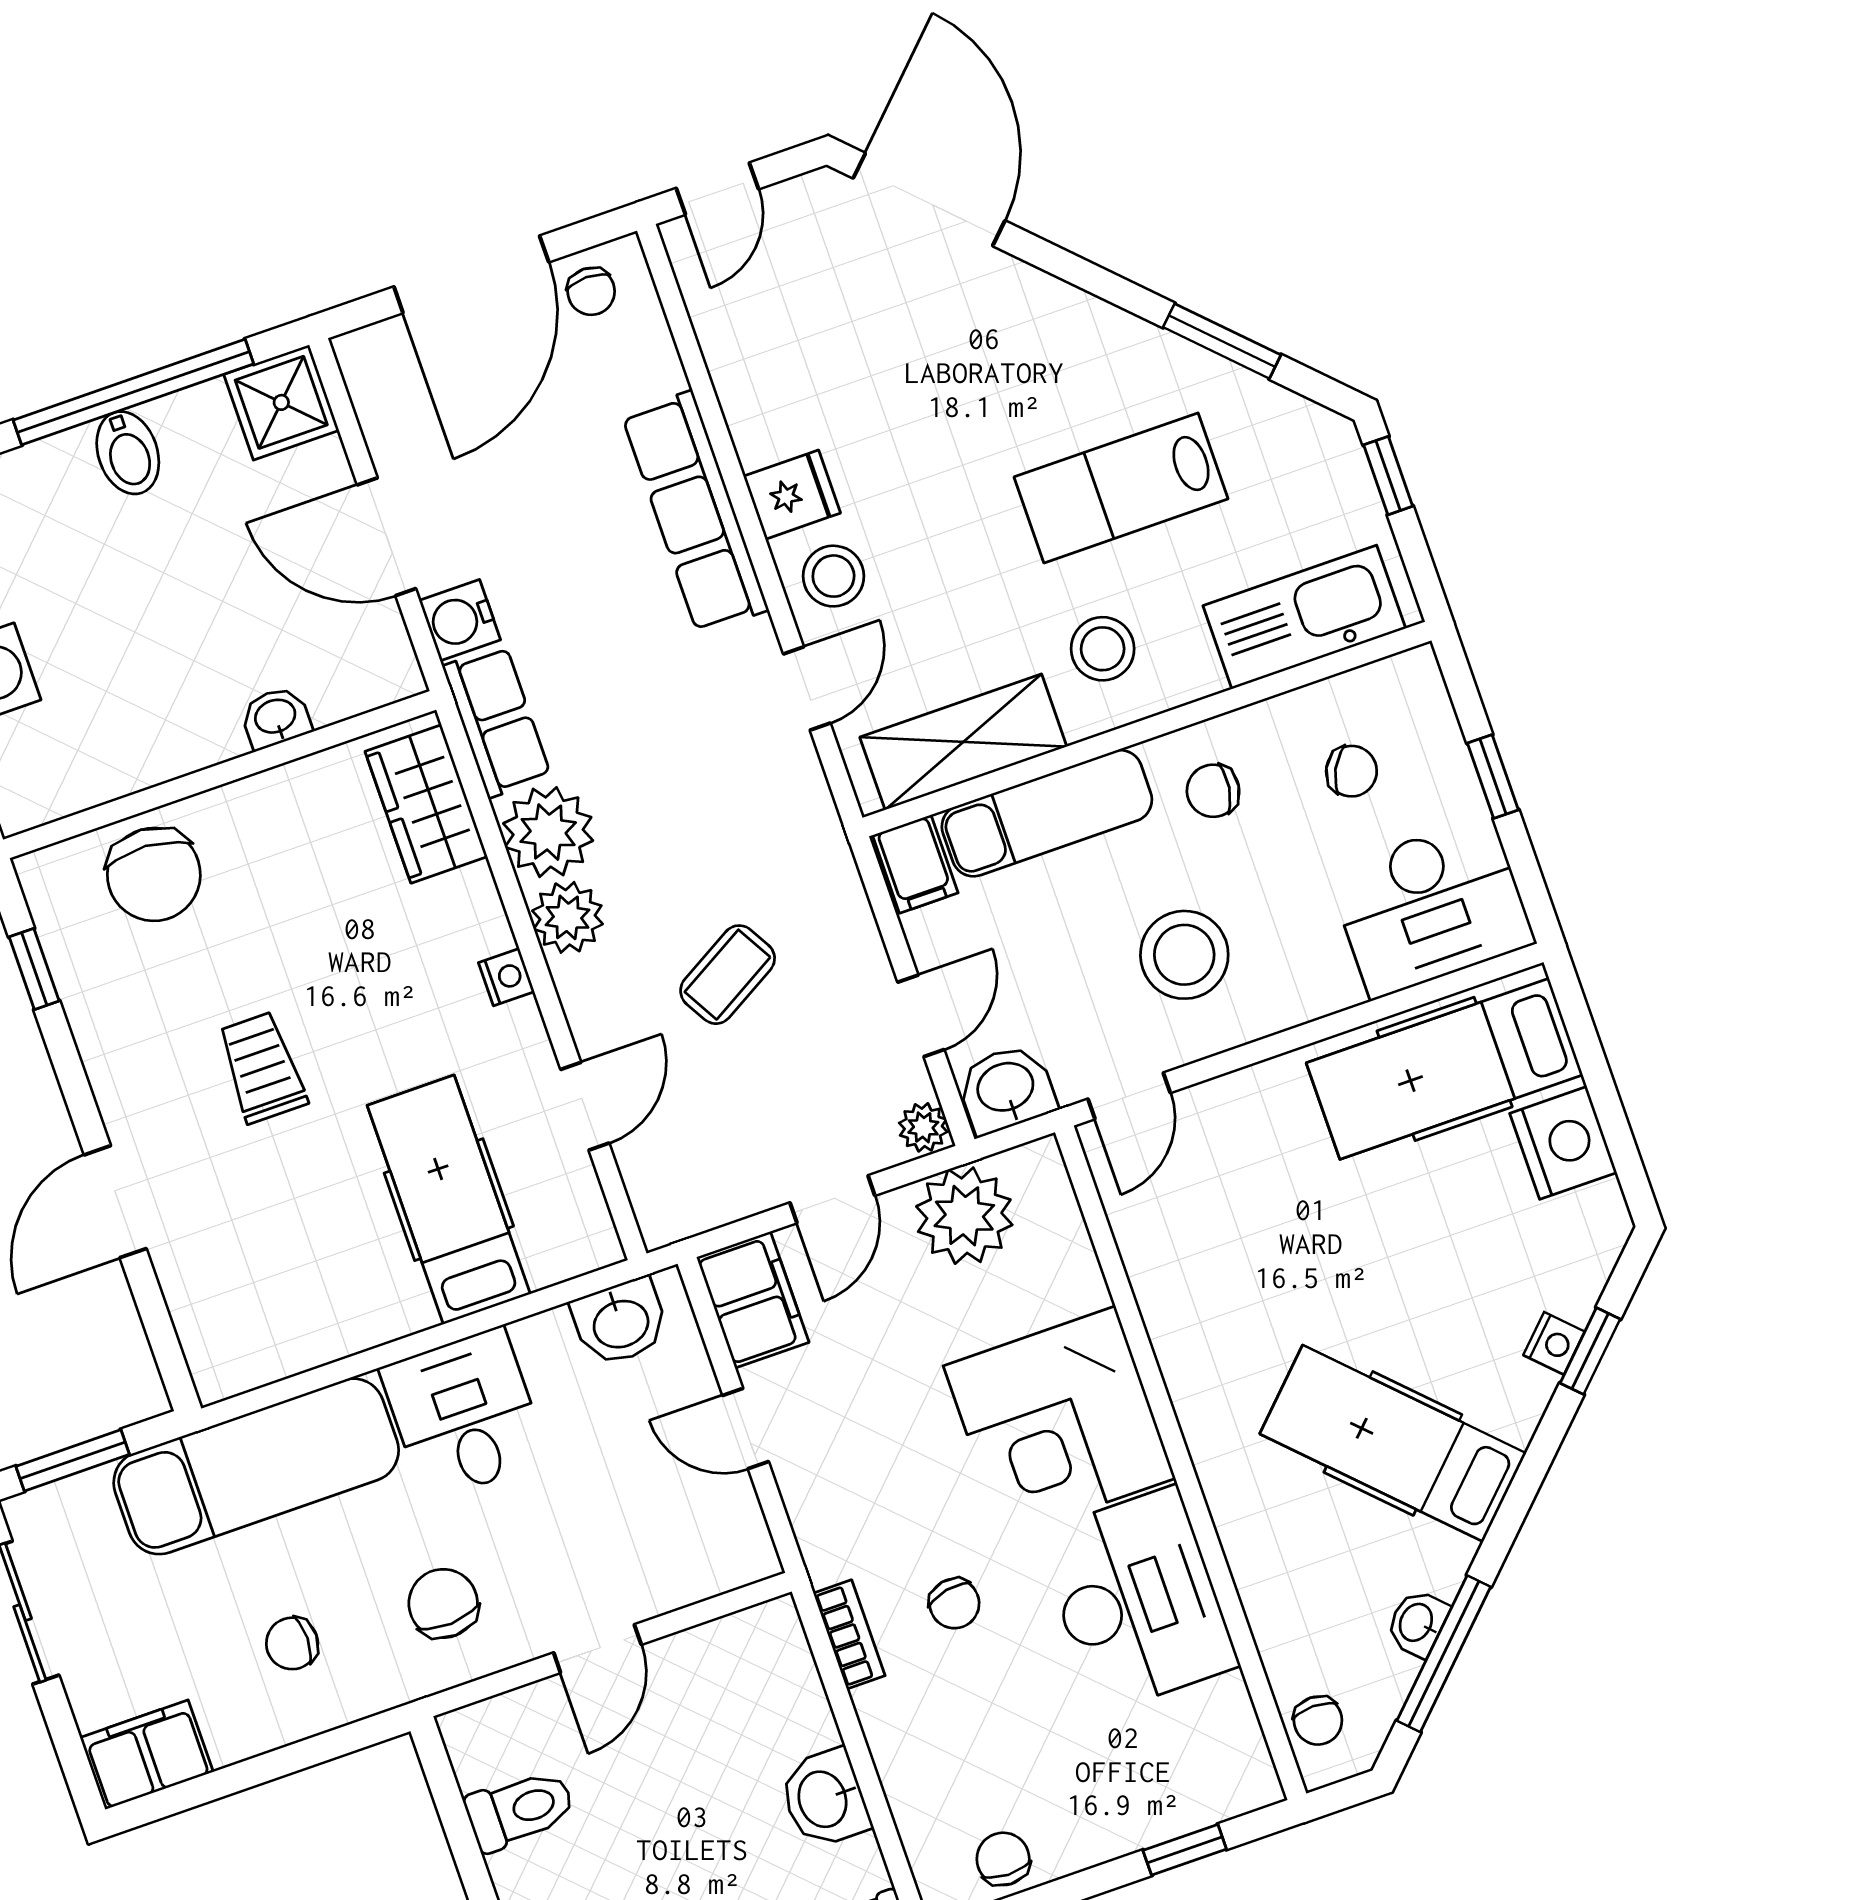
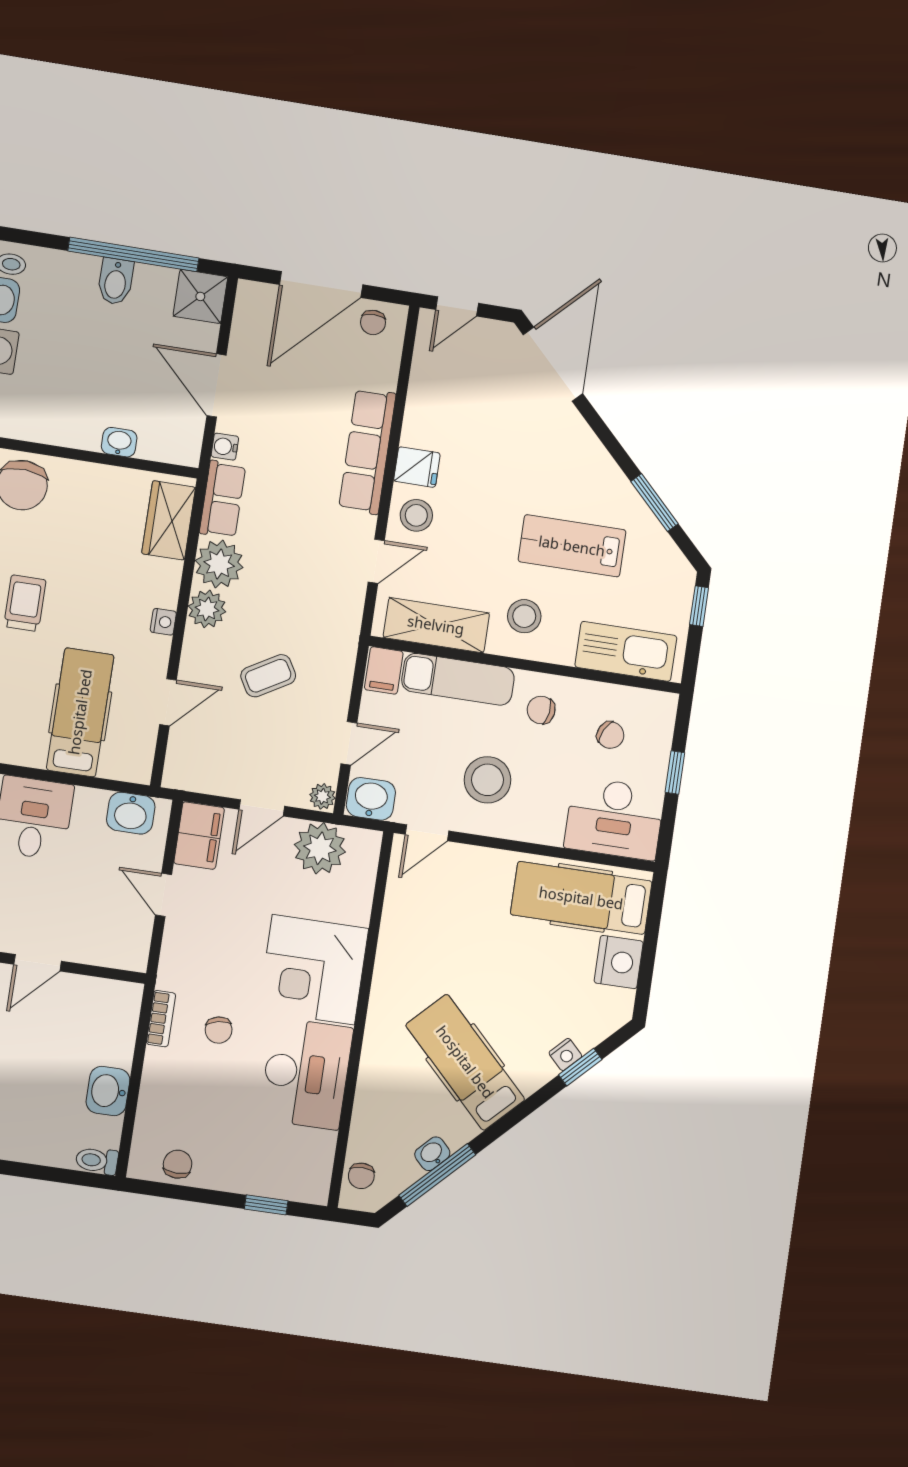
water cooler: (460, 620) -> (225, 447), width x0.72, depth x0.72

